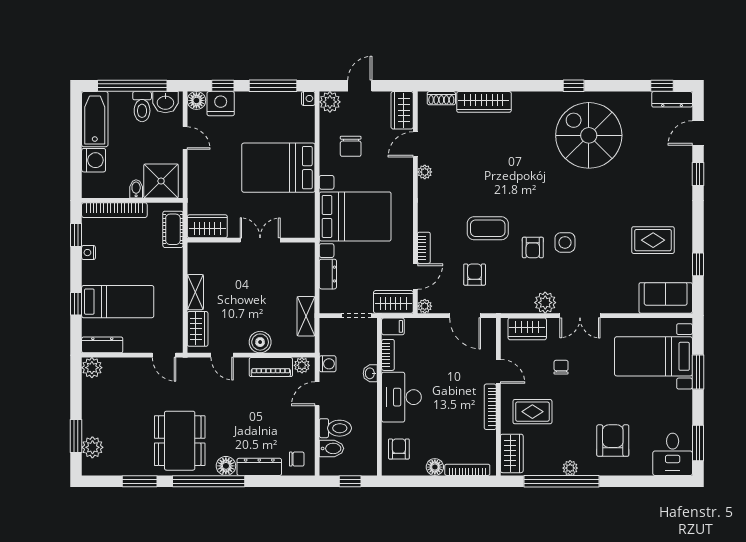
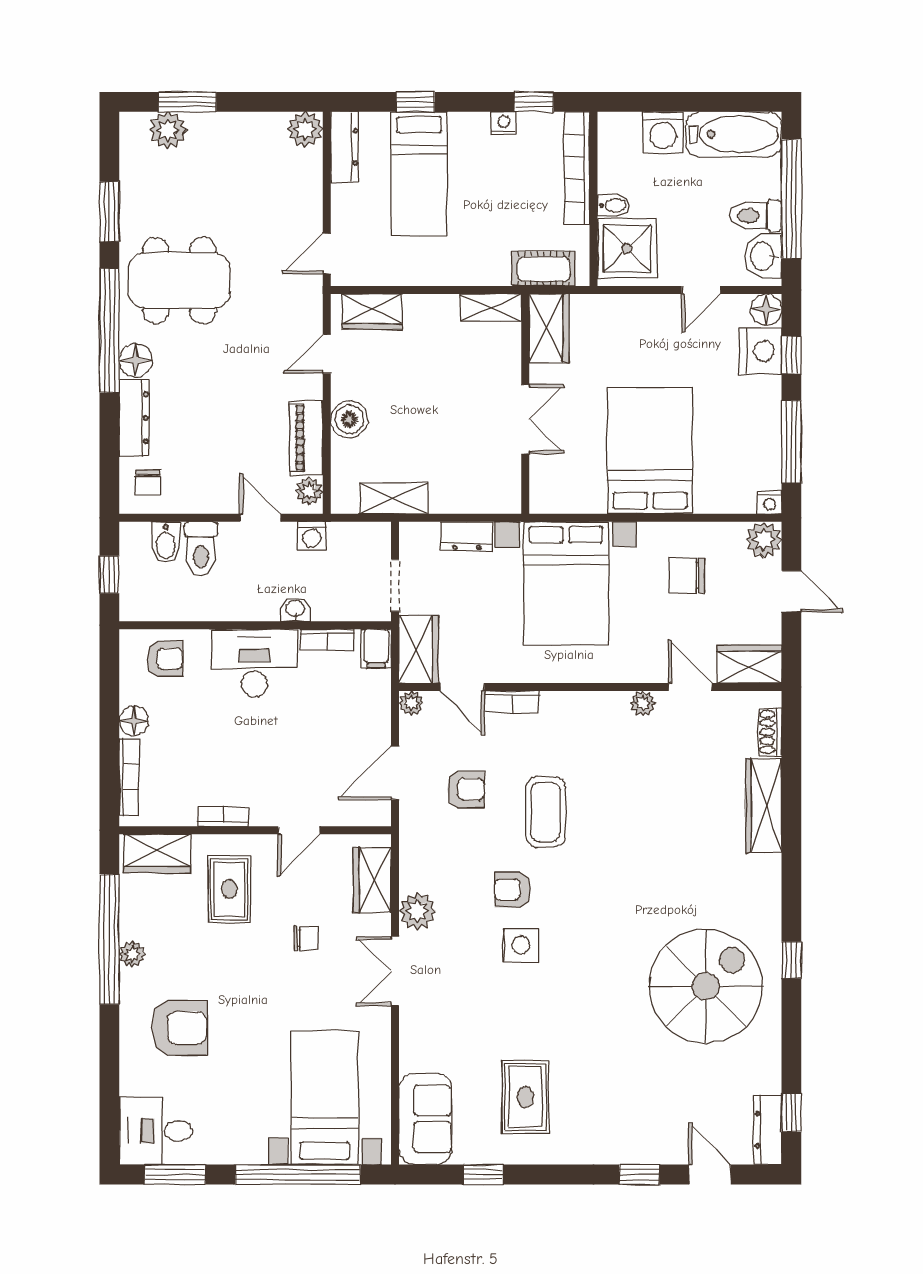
shelving: (195, 292) -> (491, 308), moved
window: (698, 372) -> (298, 1175), width x2.11
bookcase: (490, 407) -> (224, 816), width x0.64

